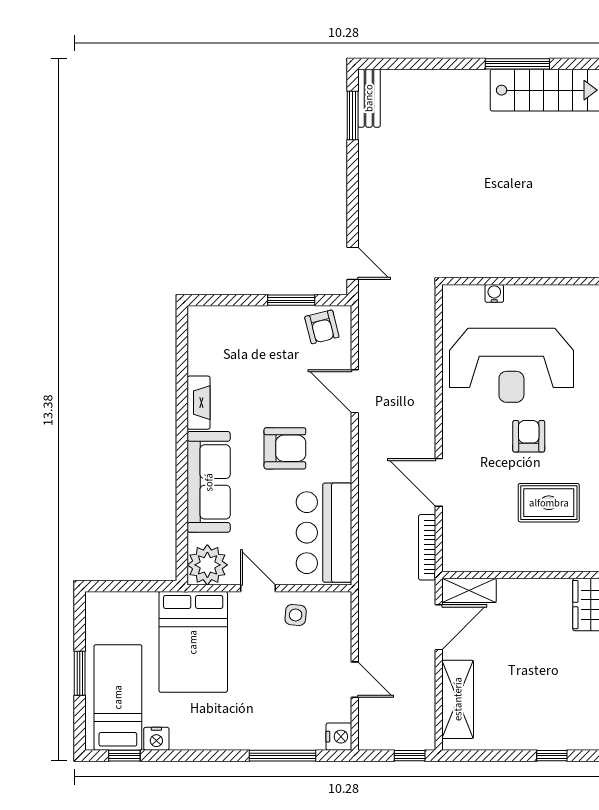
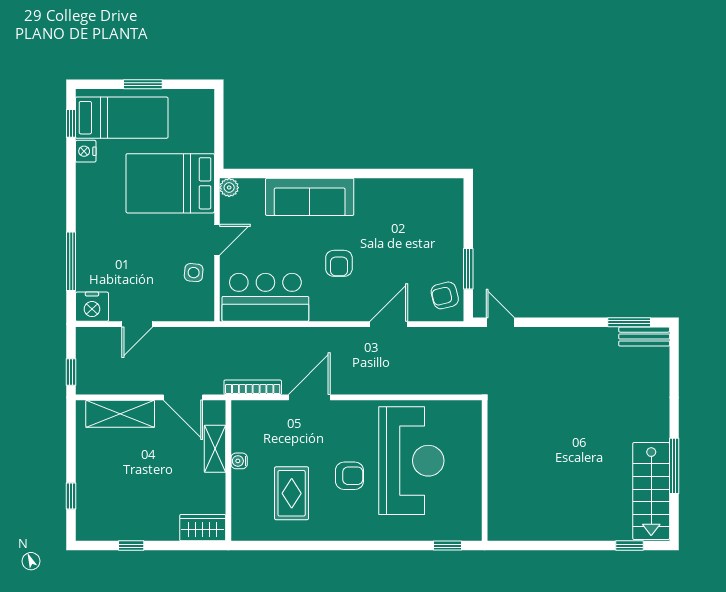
door: (353, 263) -> (500, 322), swing flipped
water cooler: (494, 293) -> (239, 461), moved, turned 180
reception desk: (511, 365) -> (411, 461), turned 180
fireplace: (199, 403) -> (379, 188), removed
armchair: (285, 448) -> (339, 263), width x0.72, depth x0.72
plant: (207, 565) -> (229, 188), width x0.53, depth x0.53
shelving: (469, 590) -> (215, 449), moved
nightstand: (339, 737) -> (92, 307), width x1.36, depth x1.33

